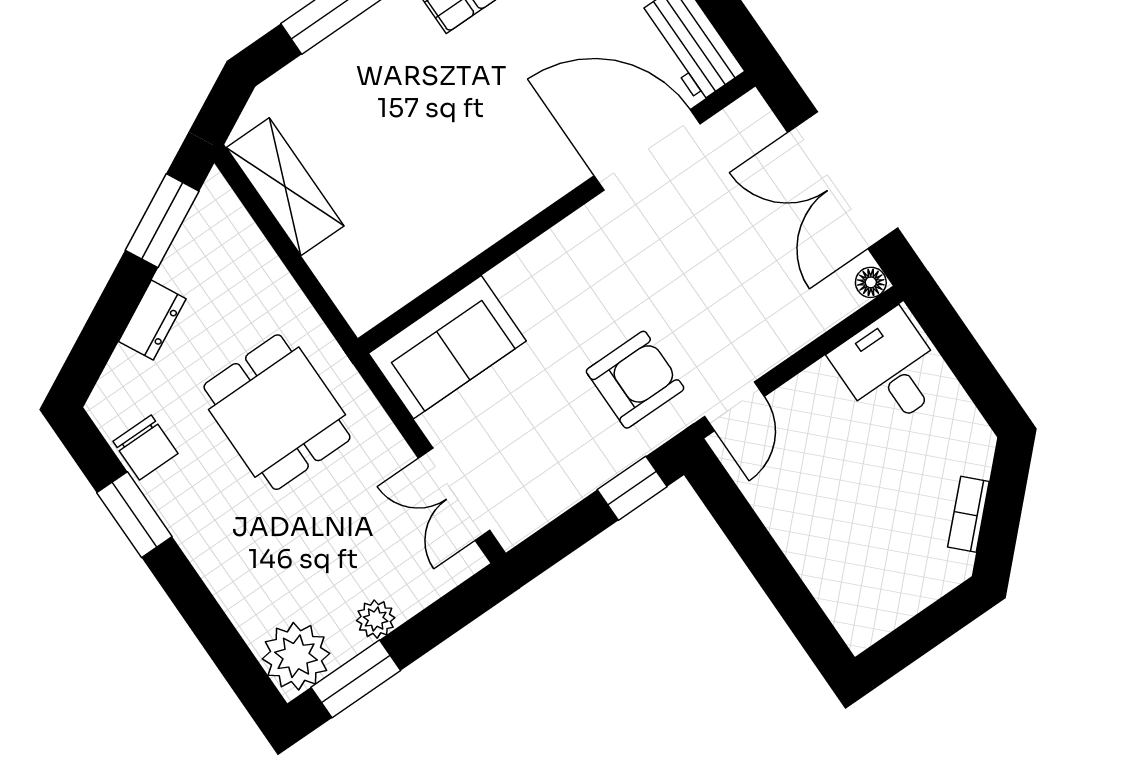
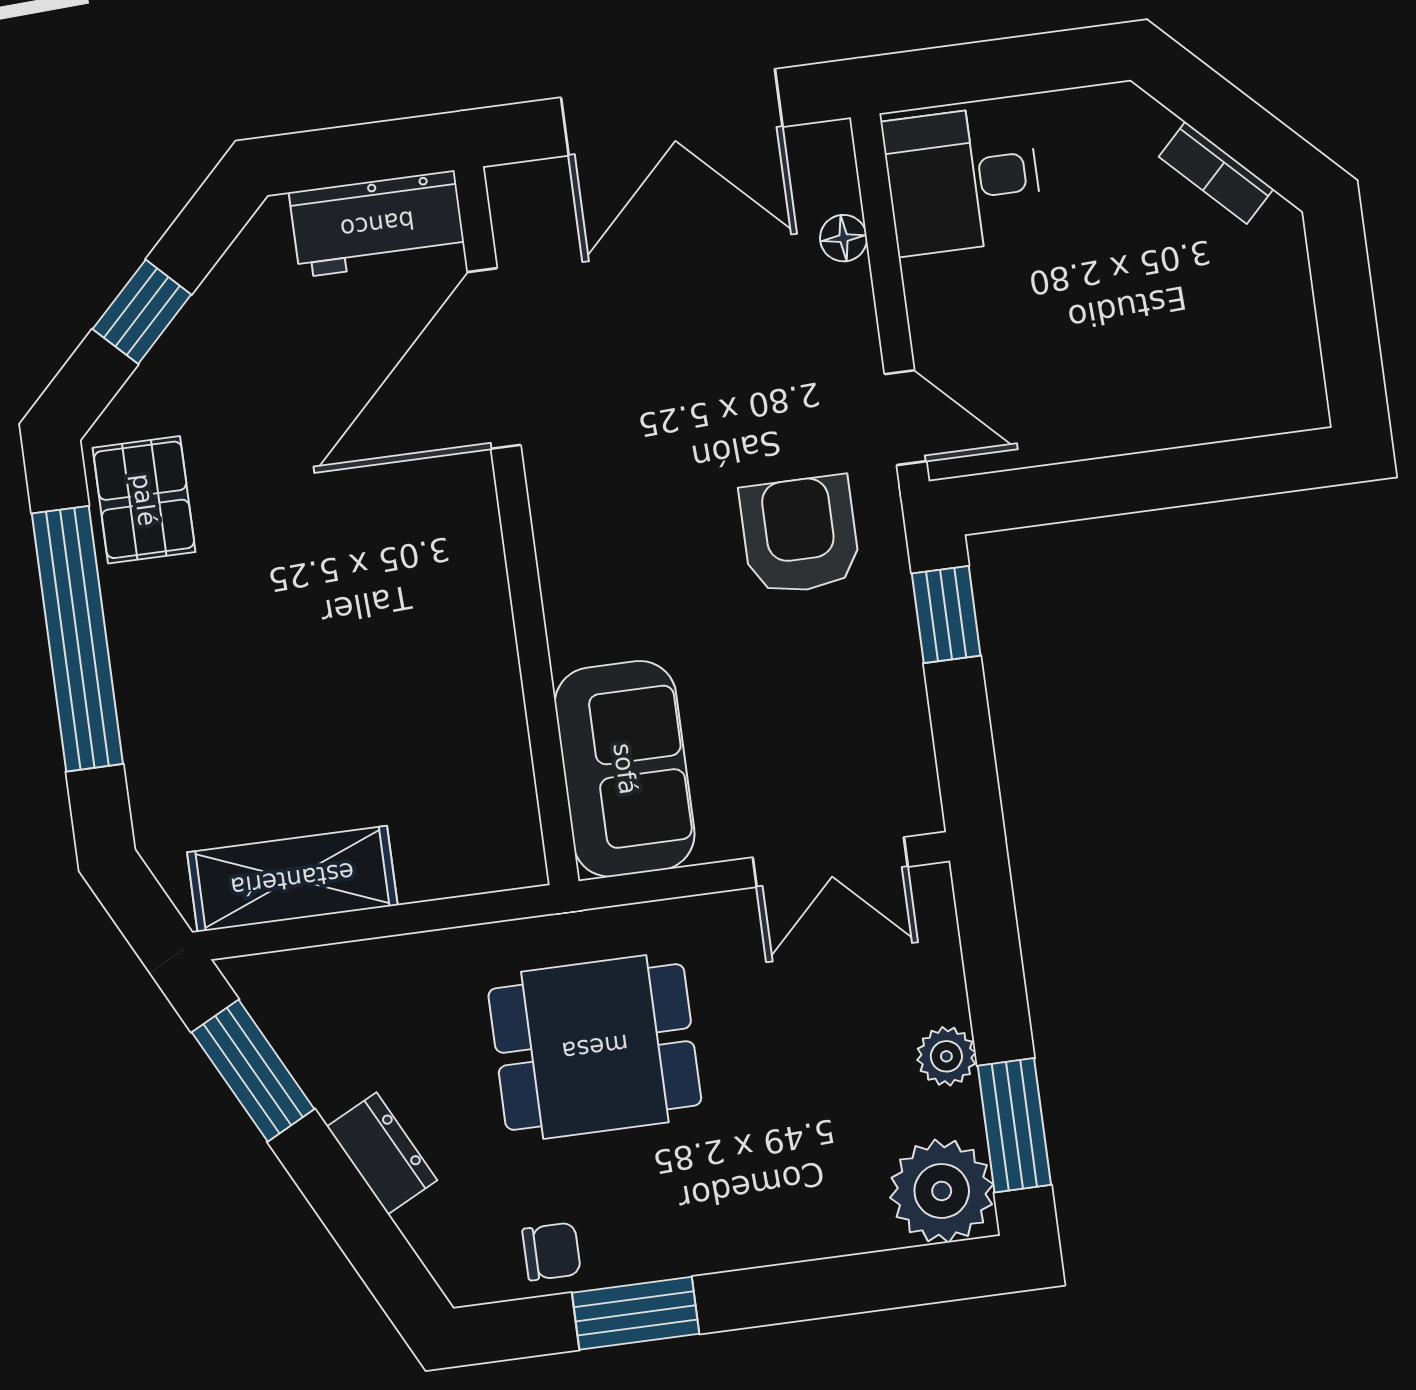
floor lamp: (871, 282) -> (844, 238), moved
chair: (145, 447) -> (552, 1251), width x0.73, depth x0.73

